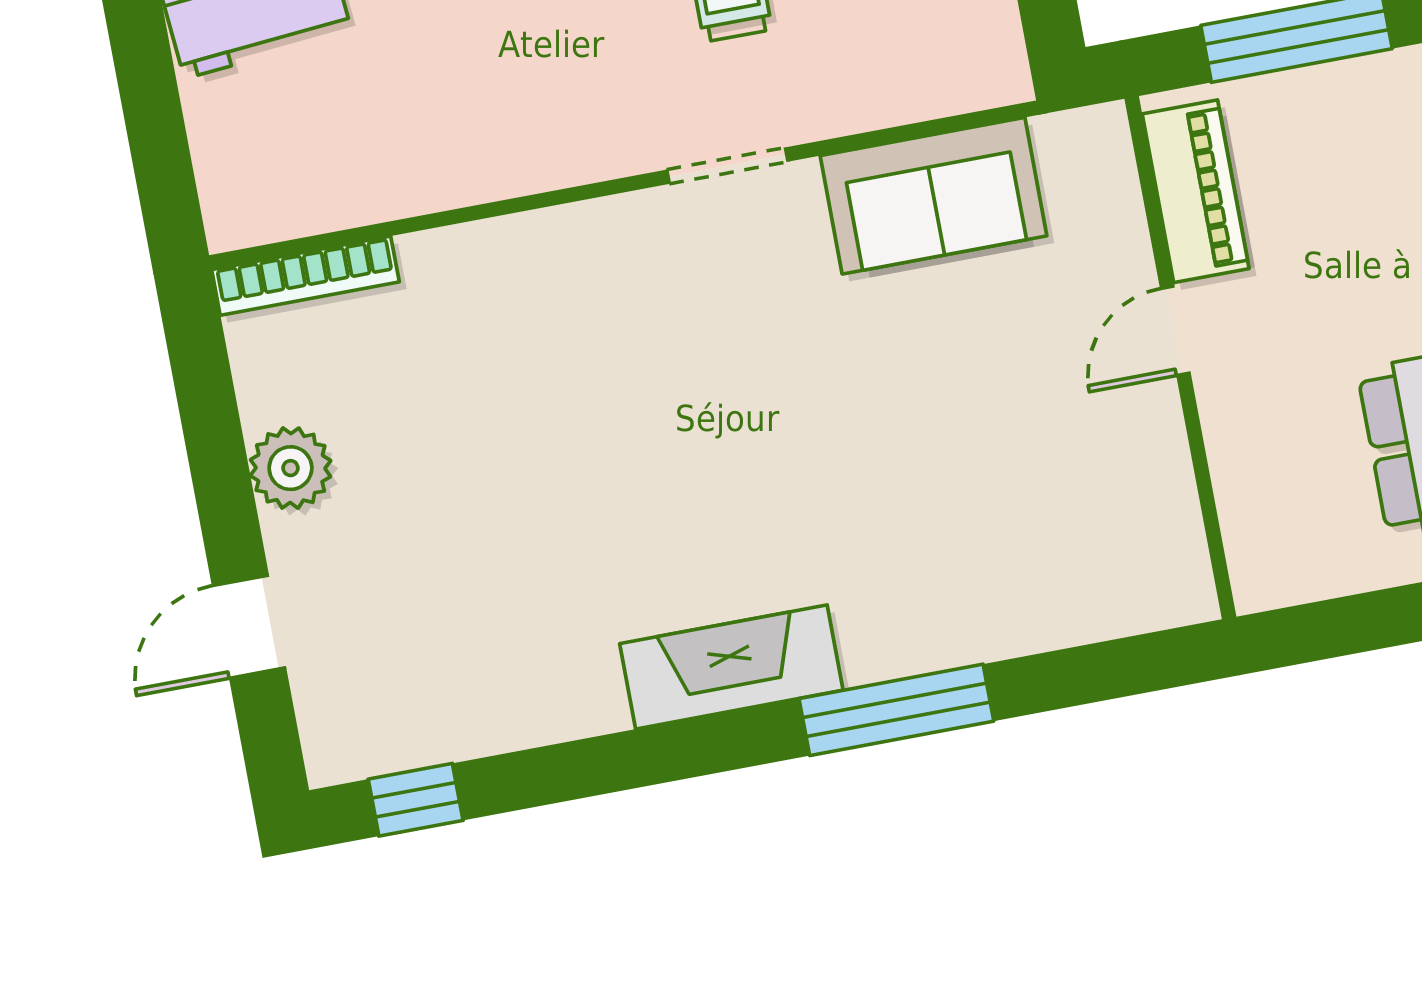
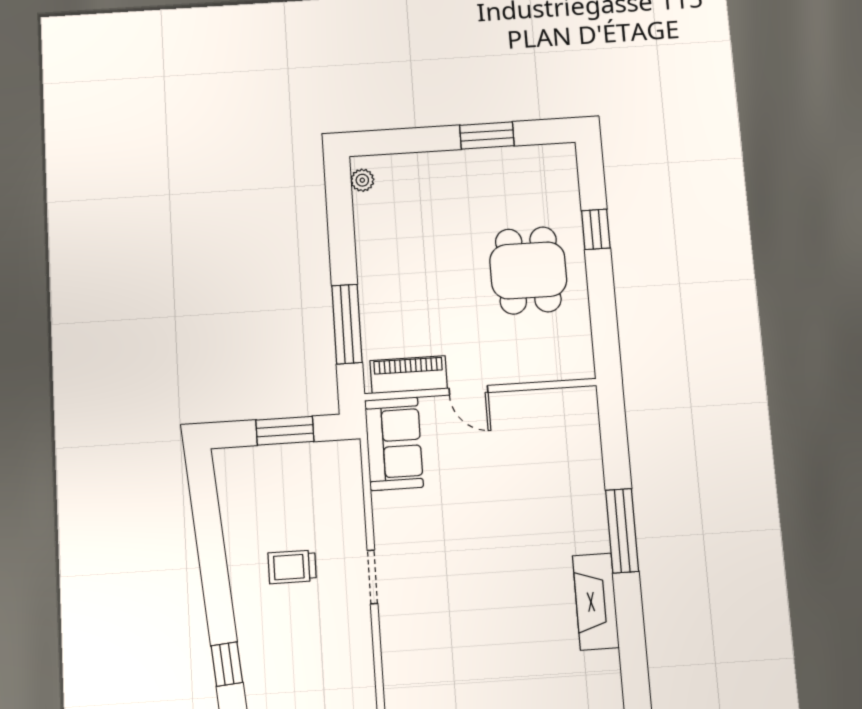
sofa: (934, 196) -> (394, 444), moved

